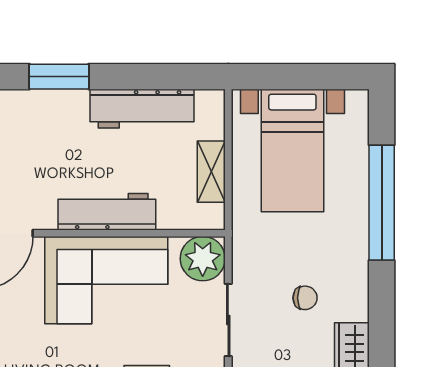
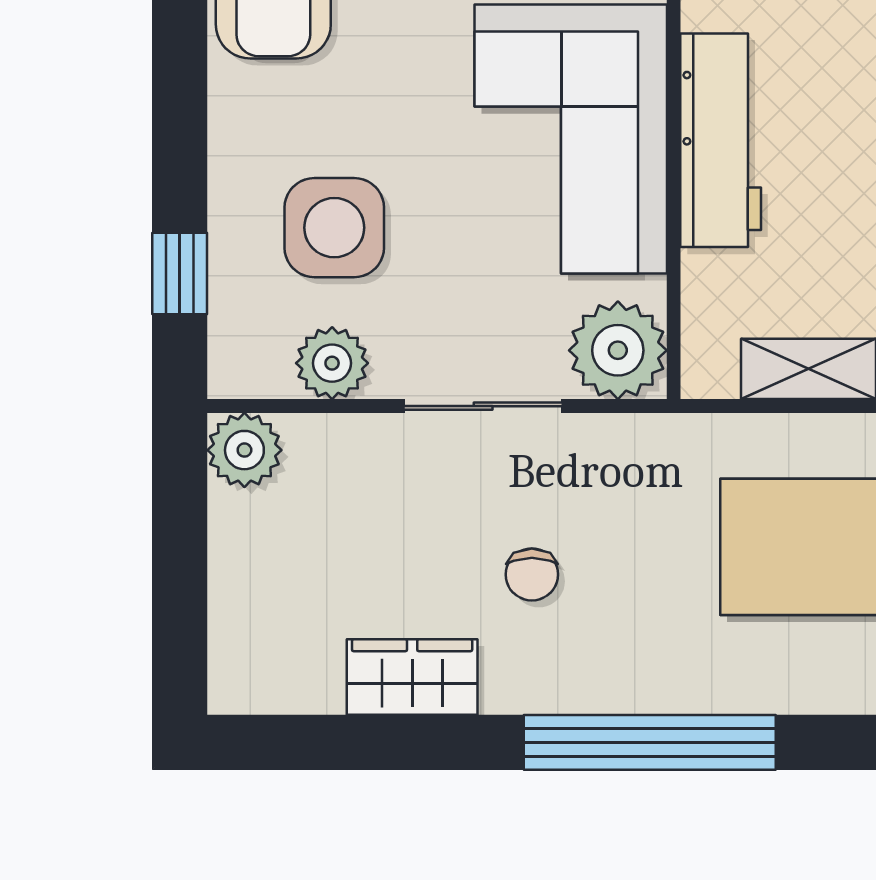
window: (382, 203) -> (650, 742), moved

